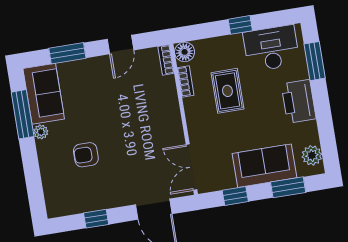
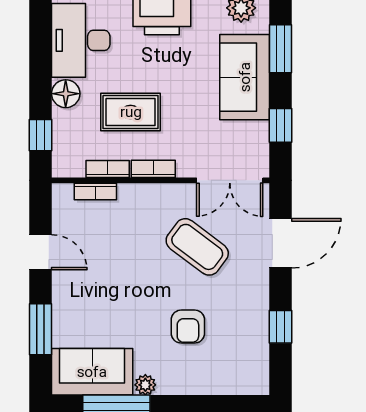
window: (240, 25) -> (40, 135), moved
floor lamp: (185, 52) -> (66, 94), moved
bookcase: (166, 60) -> (95, 192), moved
bookcase: (191, 113) -> (153, 169), added
coffee table: (142, 152) -> (197, 247), added

